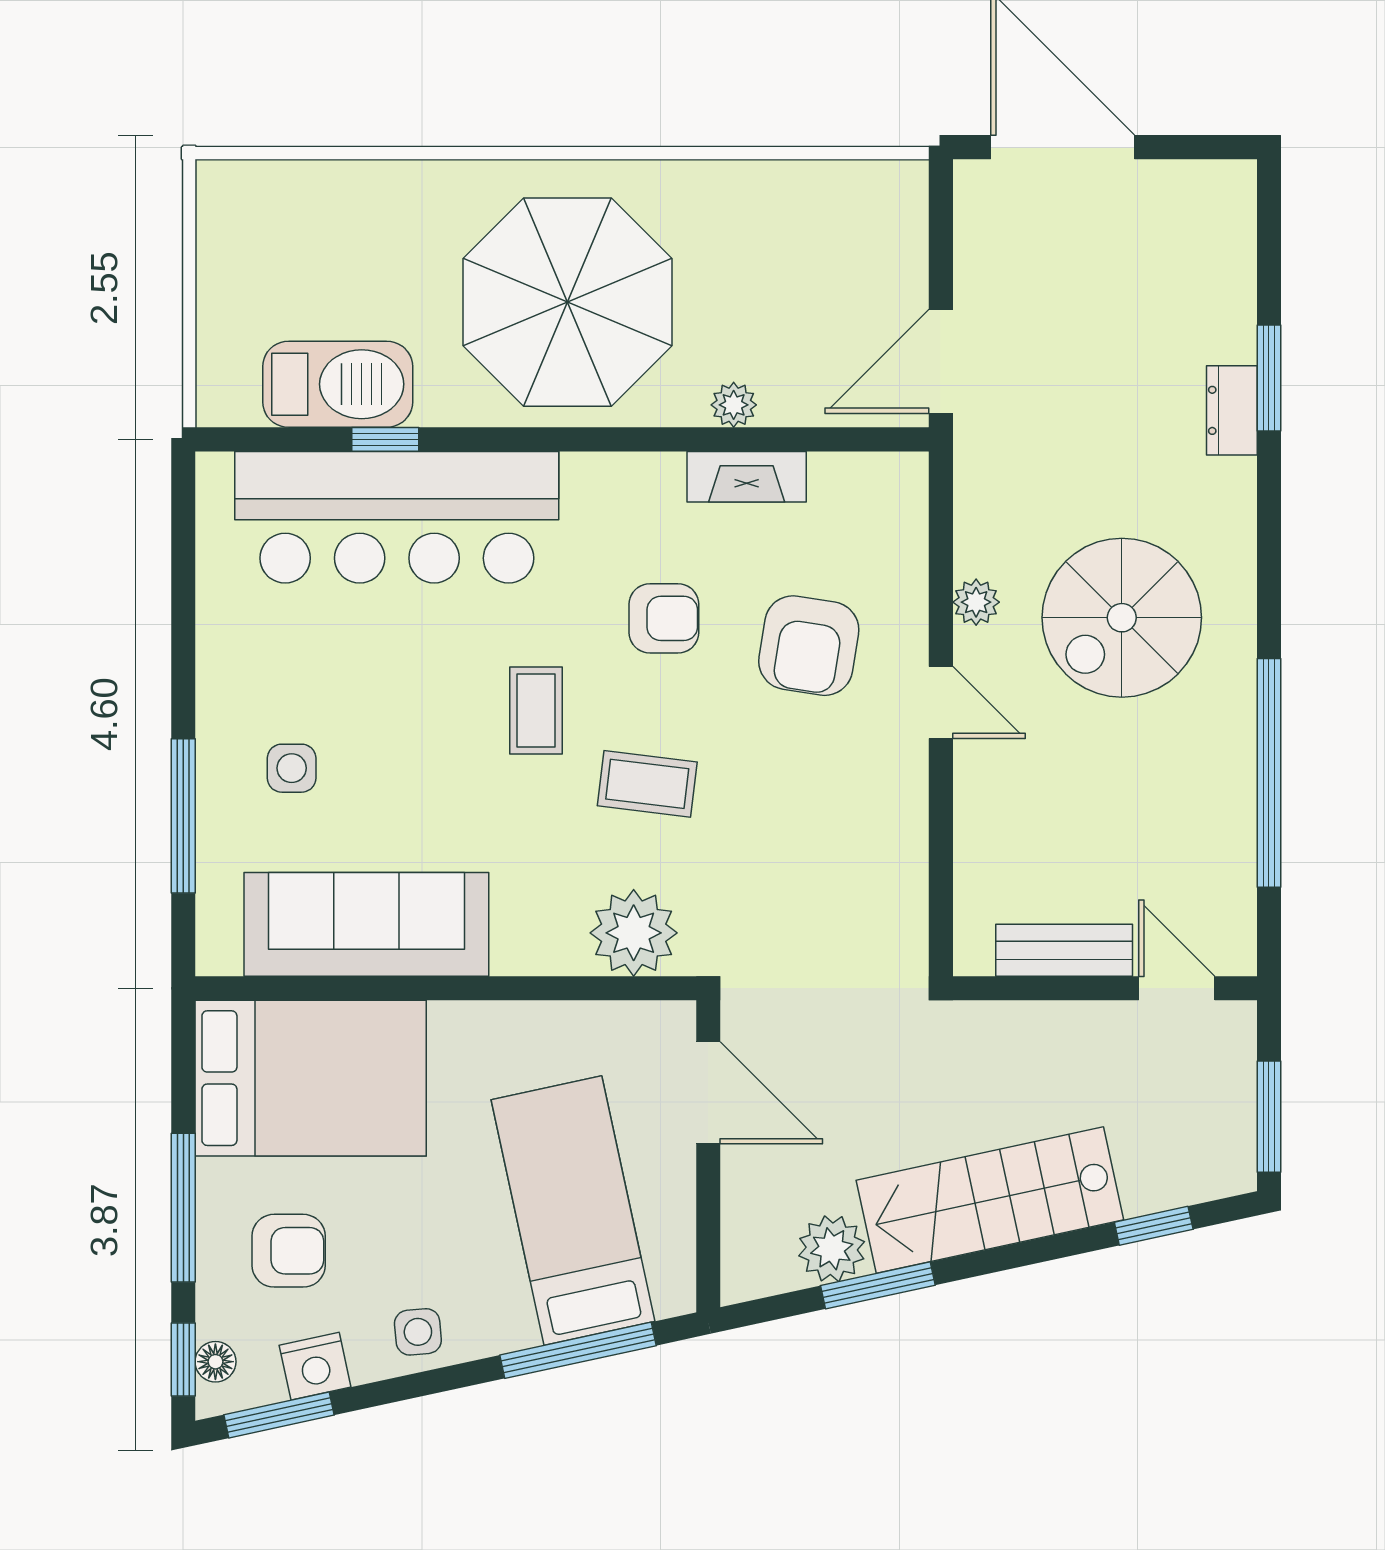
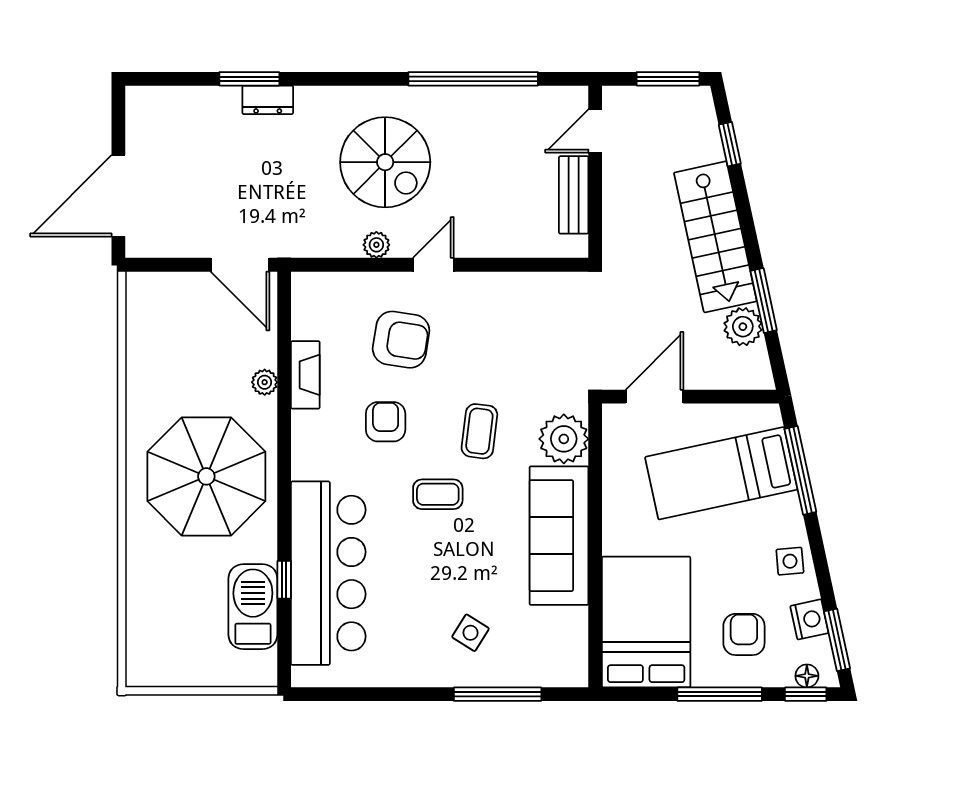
side table: (292, 768) -> (470, 633), turned 32
sofa: (366, 924) -> (559, 536), moved

